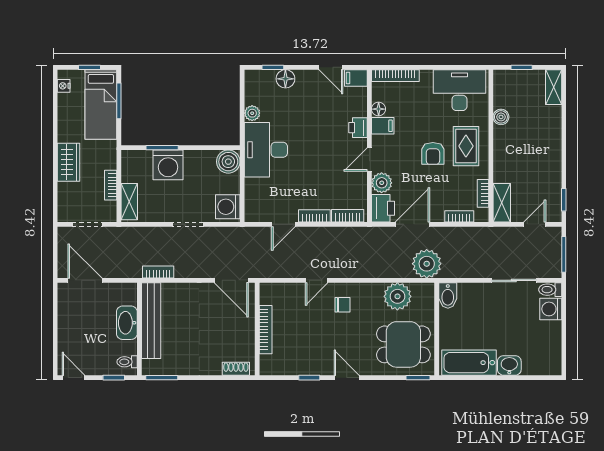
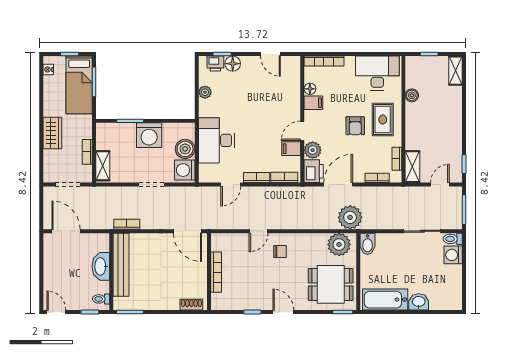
filing cabinet: (356, 78) -> (291, 149), moved
printer: (358, 128) -> (215, 63), moved, turned -90
desk: (266, 150) -> (216, 140), moved
boiler: (228, 162) -> (185, 149), moved
washing machine: (168, 165) -> (149, 135), moved
plant: (397, 296) -> (339, 244), moved

